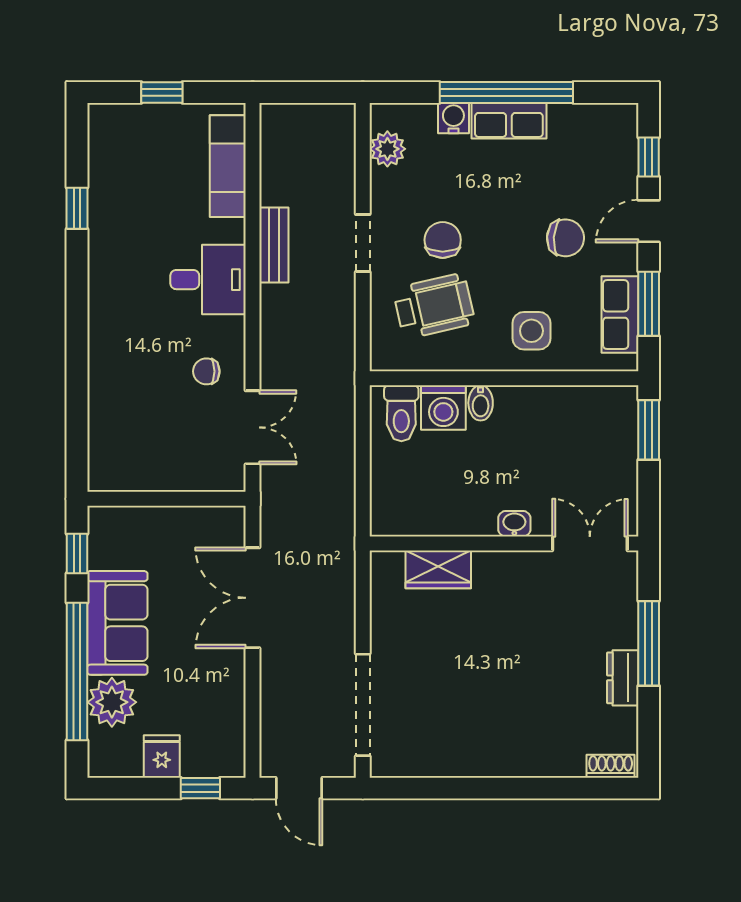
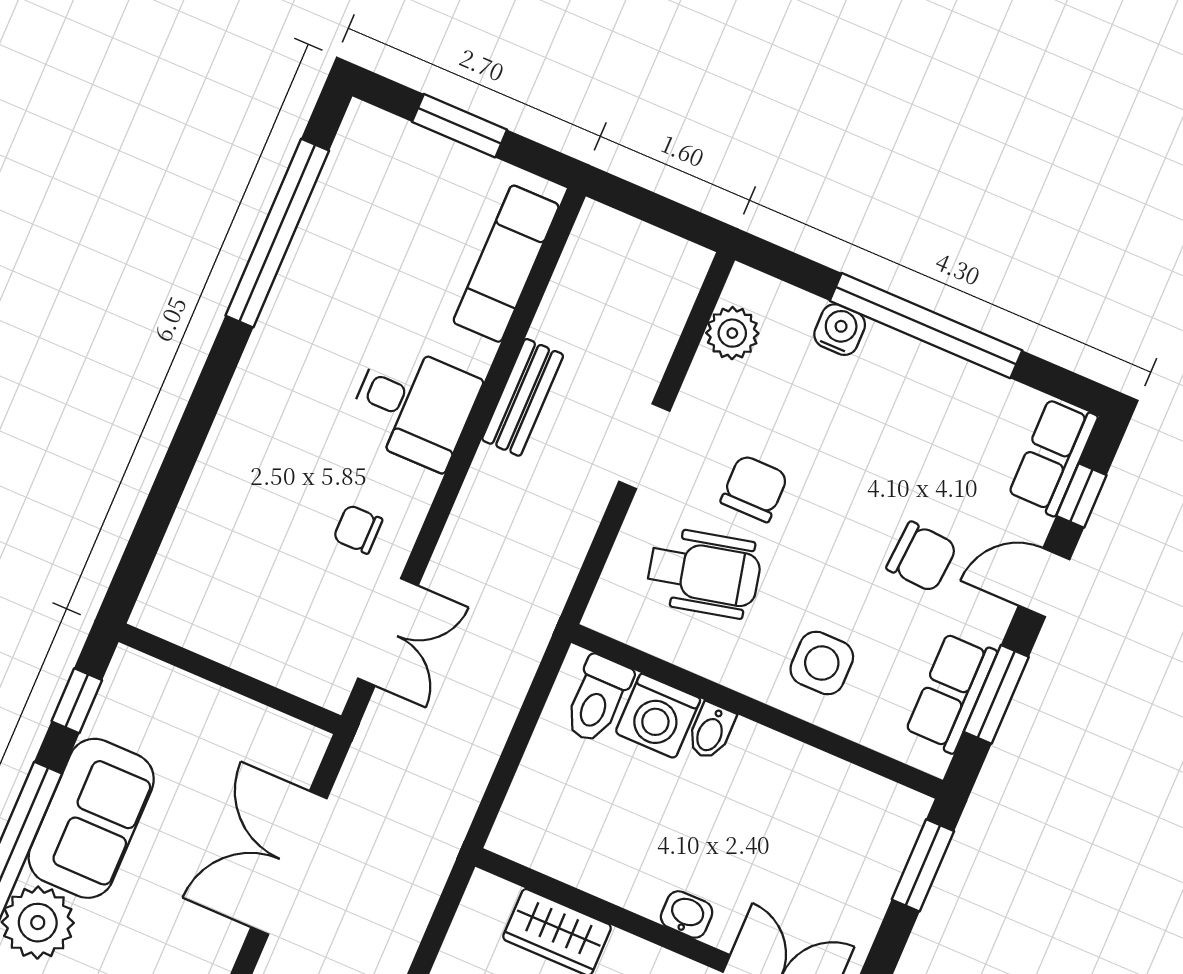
window: (162, 92) -> (460, 126), width x1.50
row of seats: (509, 121) -> (1053, 456), moved, turned 90
window: (77, 208) -> (277, 233), width x3.17

